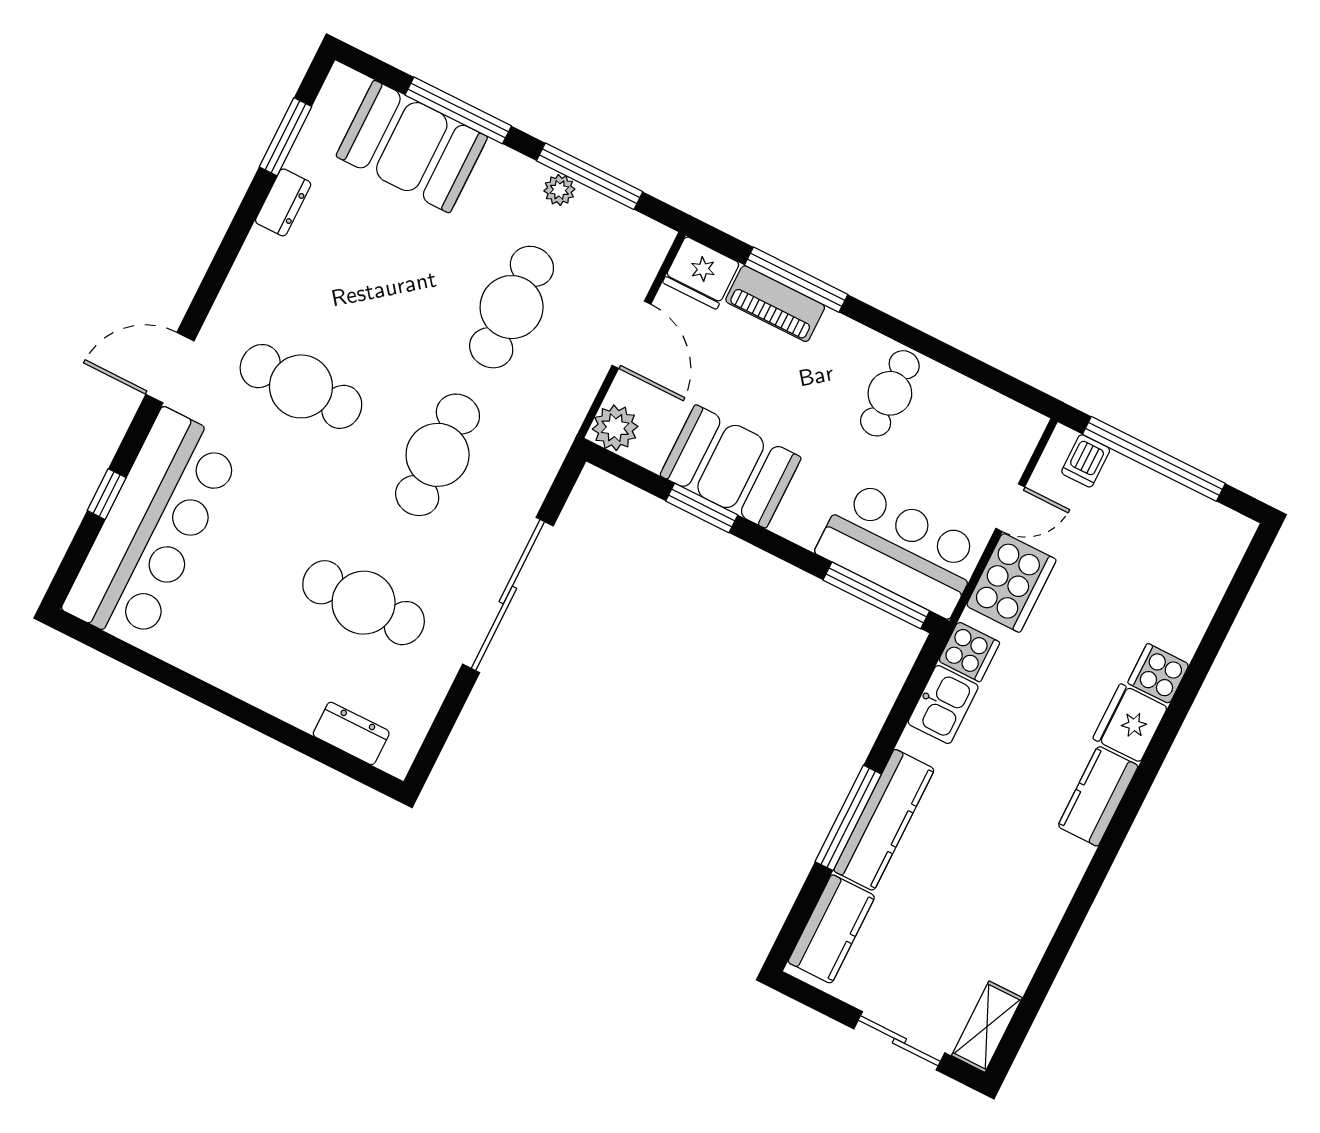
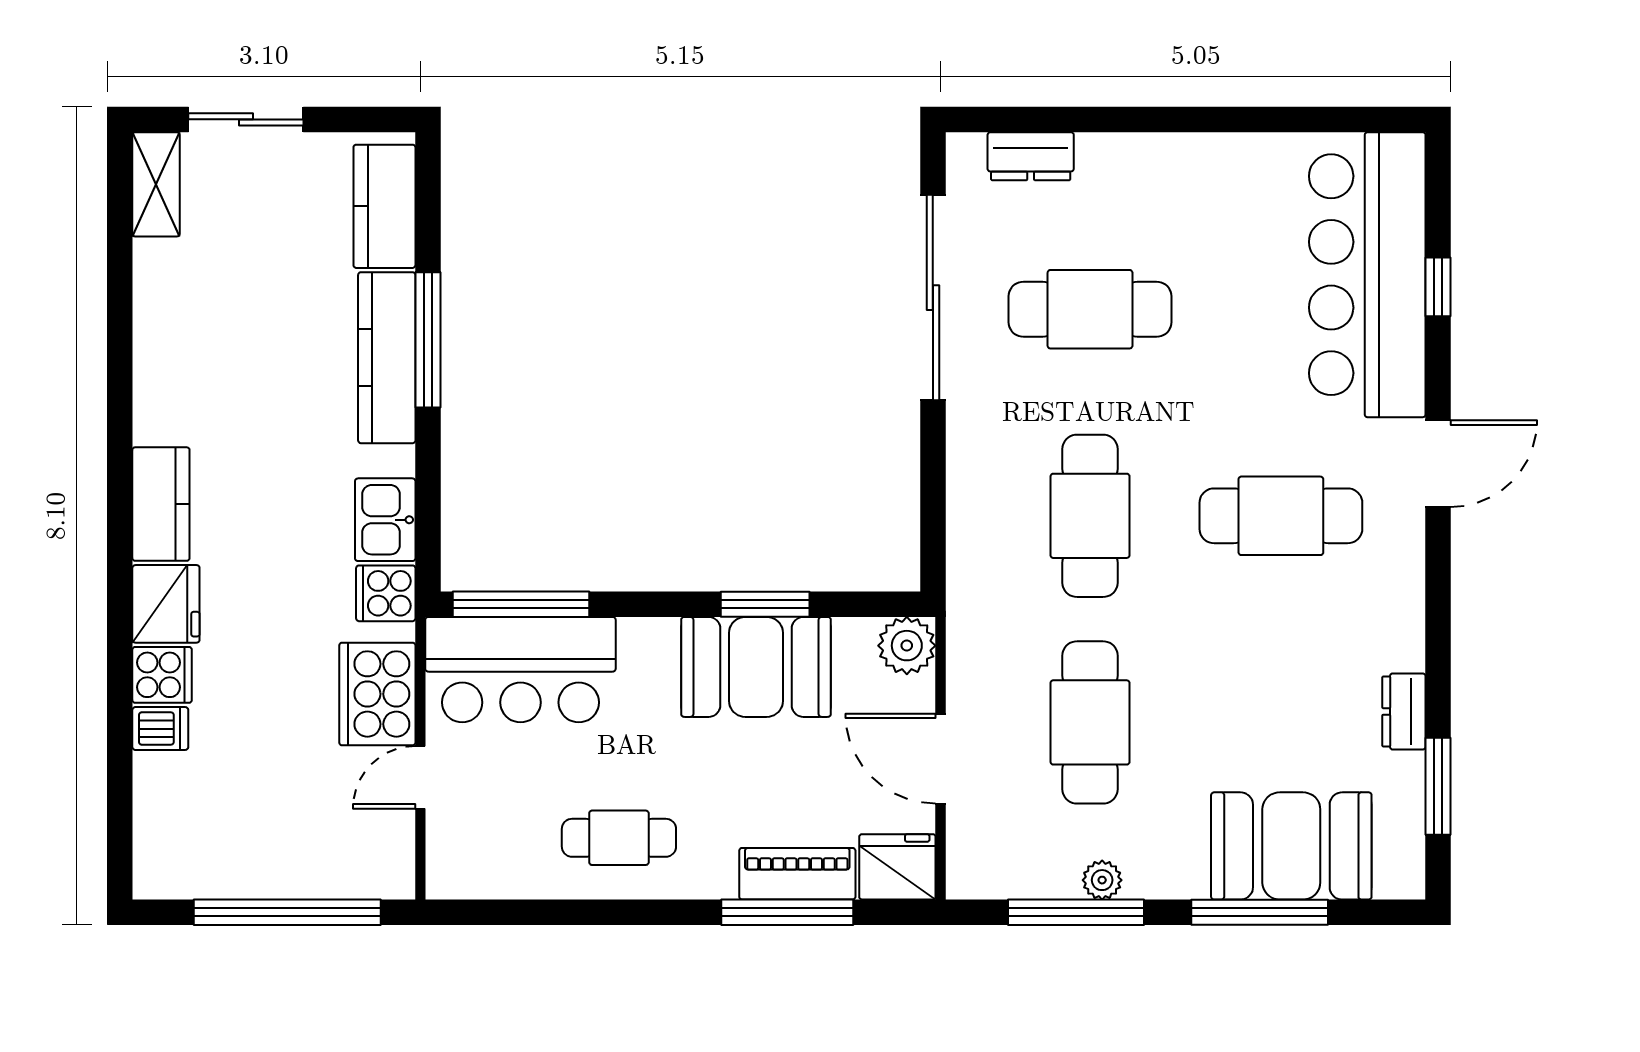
cafe table: (890, 393) -> (619, 838), turned 90
dishwasher: (1086, 461) -> (160, 729), moved, turned 90
sliding door: (508, 595) -> (933, 298), moved

